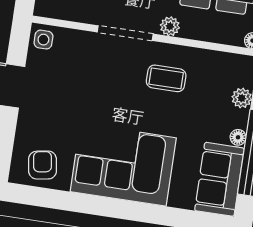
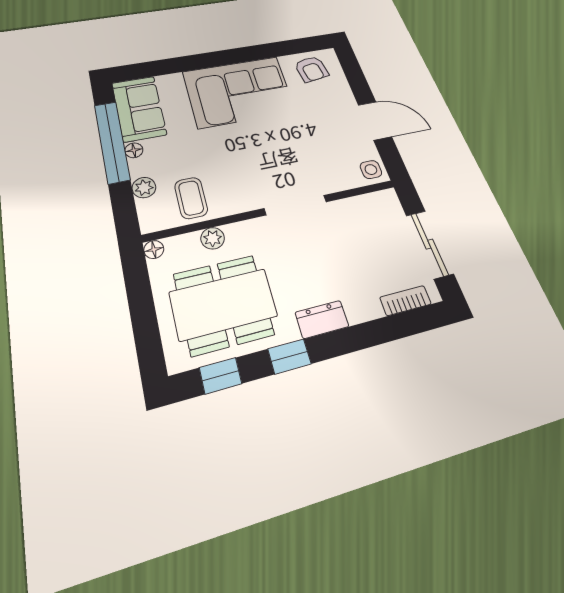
plant: (170, 26) -> (213, 238), moved
coffee table: (166, 78) -> (191, 198), moved, turned 90

